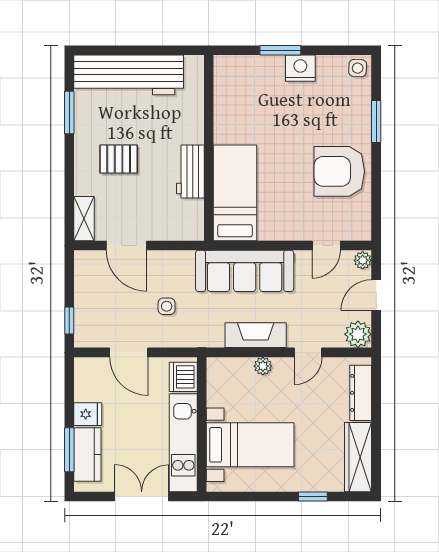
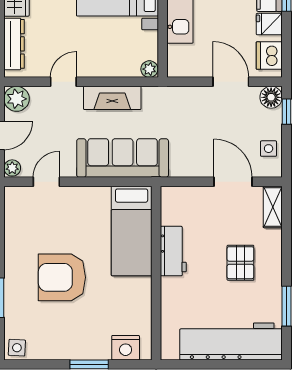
nightstand: (300, 68) -> (126, 348), moved
pallet: (119, 159) -> (240, 263), turned 90
armchair: (339, 171) -> (62, 277), moved, turned 180
side table: (167, 306) -> (269, 149), moved
floor lamp: (86, 336) -> (271, 97), added
plant: (263, 366) -> (149, 69), moved
dishwasher: (183, 377) -> (269, 56), moved, turned 180

